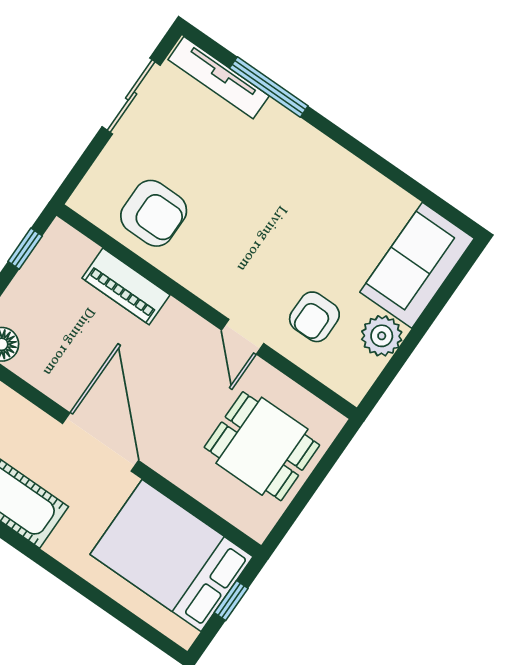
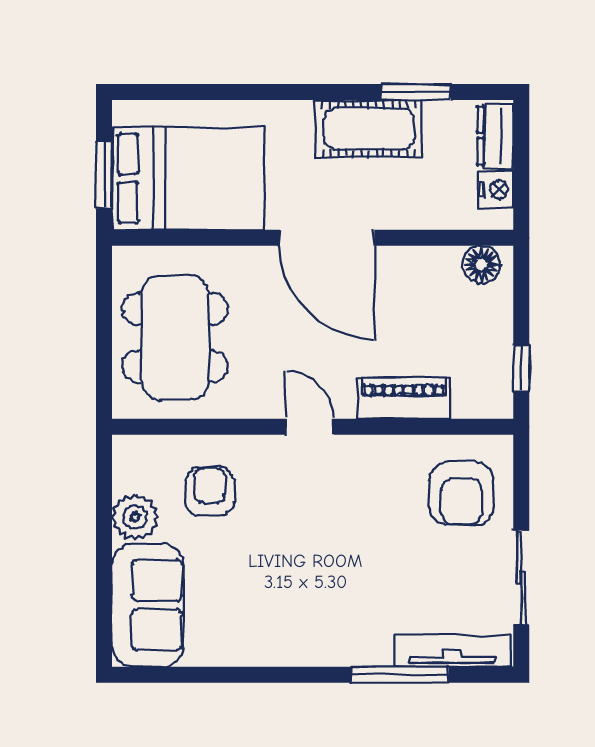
armchair: (154, 213) -> (461, 494), moved, turned -90
door: (243, 337) -> (310, 427), moved
dining table: (262, 446) -> (175, 338), width x1.38
window: (231, 601) -> (104, 175), width x1.50

